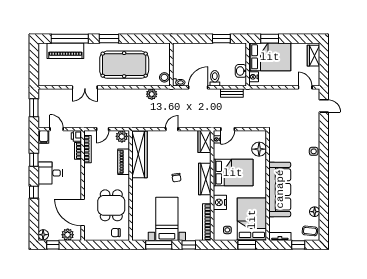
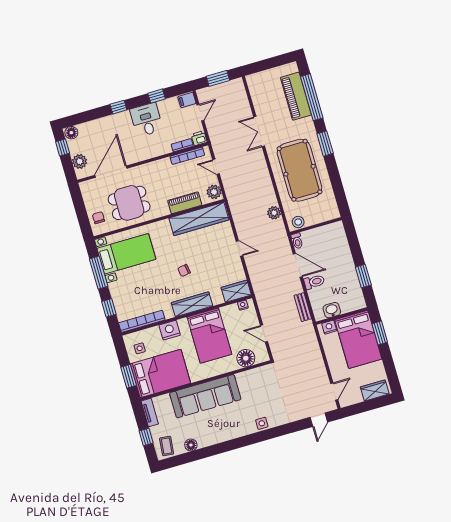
door: (228, 129) -> (264, 333), moved
bed with nightstands: (167, 219) -> (126, 254), moved

